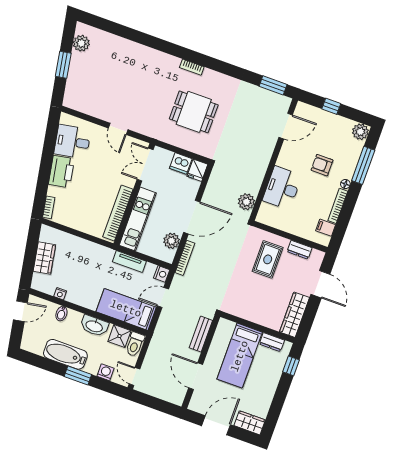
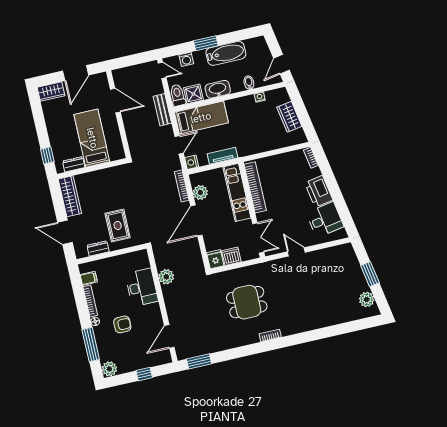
plant: (246, 202) -> (166, 277), moved
bench: (201, 334) -> (162, 110), moved

